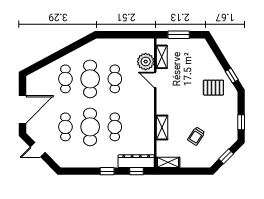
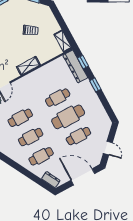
dresser: (37, 76) -> (51, 180), added
cafe table: (90, 79) -> (31, 137), width x0.73, depth x0.74
shelving: (162, 127) -> (28, 66), moved

